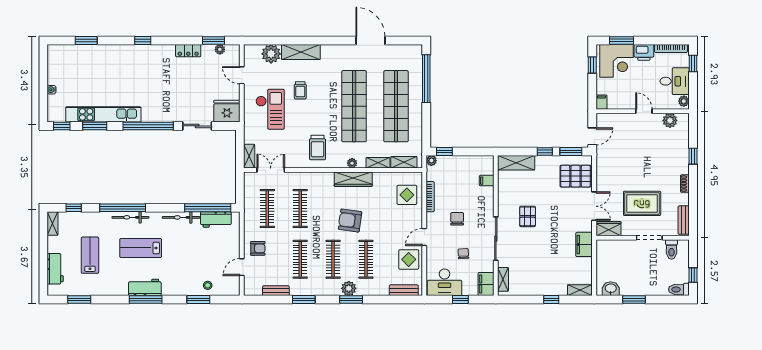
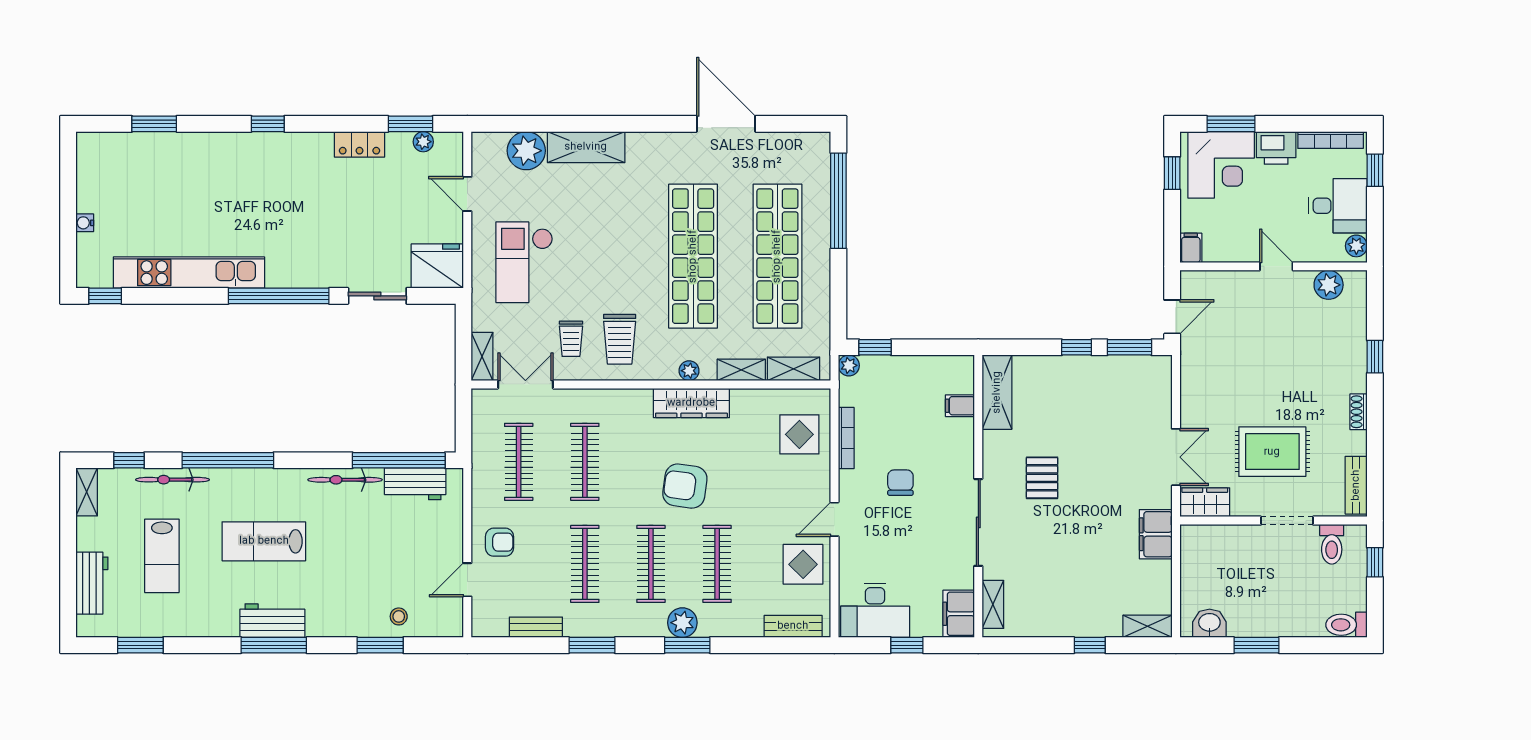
trolley: (300, 90) -> (571, 339), moved
checkout: (270, 109) -> (524, 262), turned 180
window: (95, 126) -> (171, 296), removed
shelving: (516, 163) -> (997, 392), moved, turned 90
pallet: (576, 176) -> (1139, 397), removed
bicycle: (130, 217) -> (173, 480), moved
chair: (463, 254) -> (913, 553), removed
lab bench: (90, 255) -> (162, 556), turned 180
window: (693, 275) -> (1375, 562), moved

